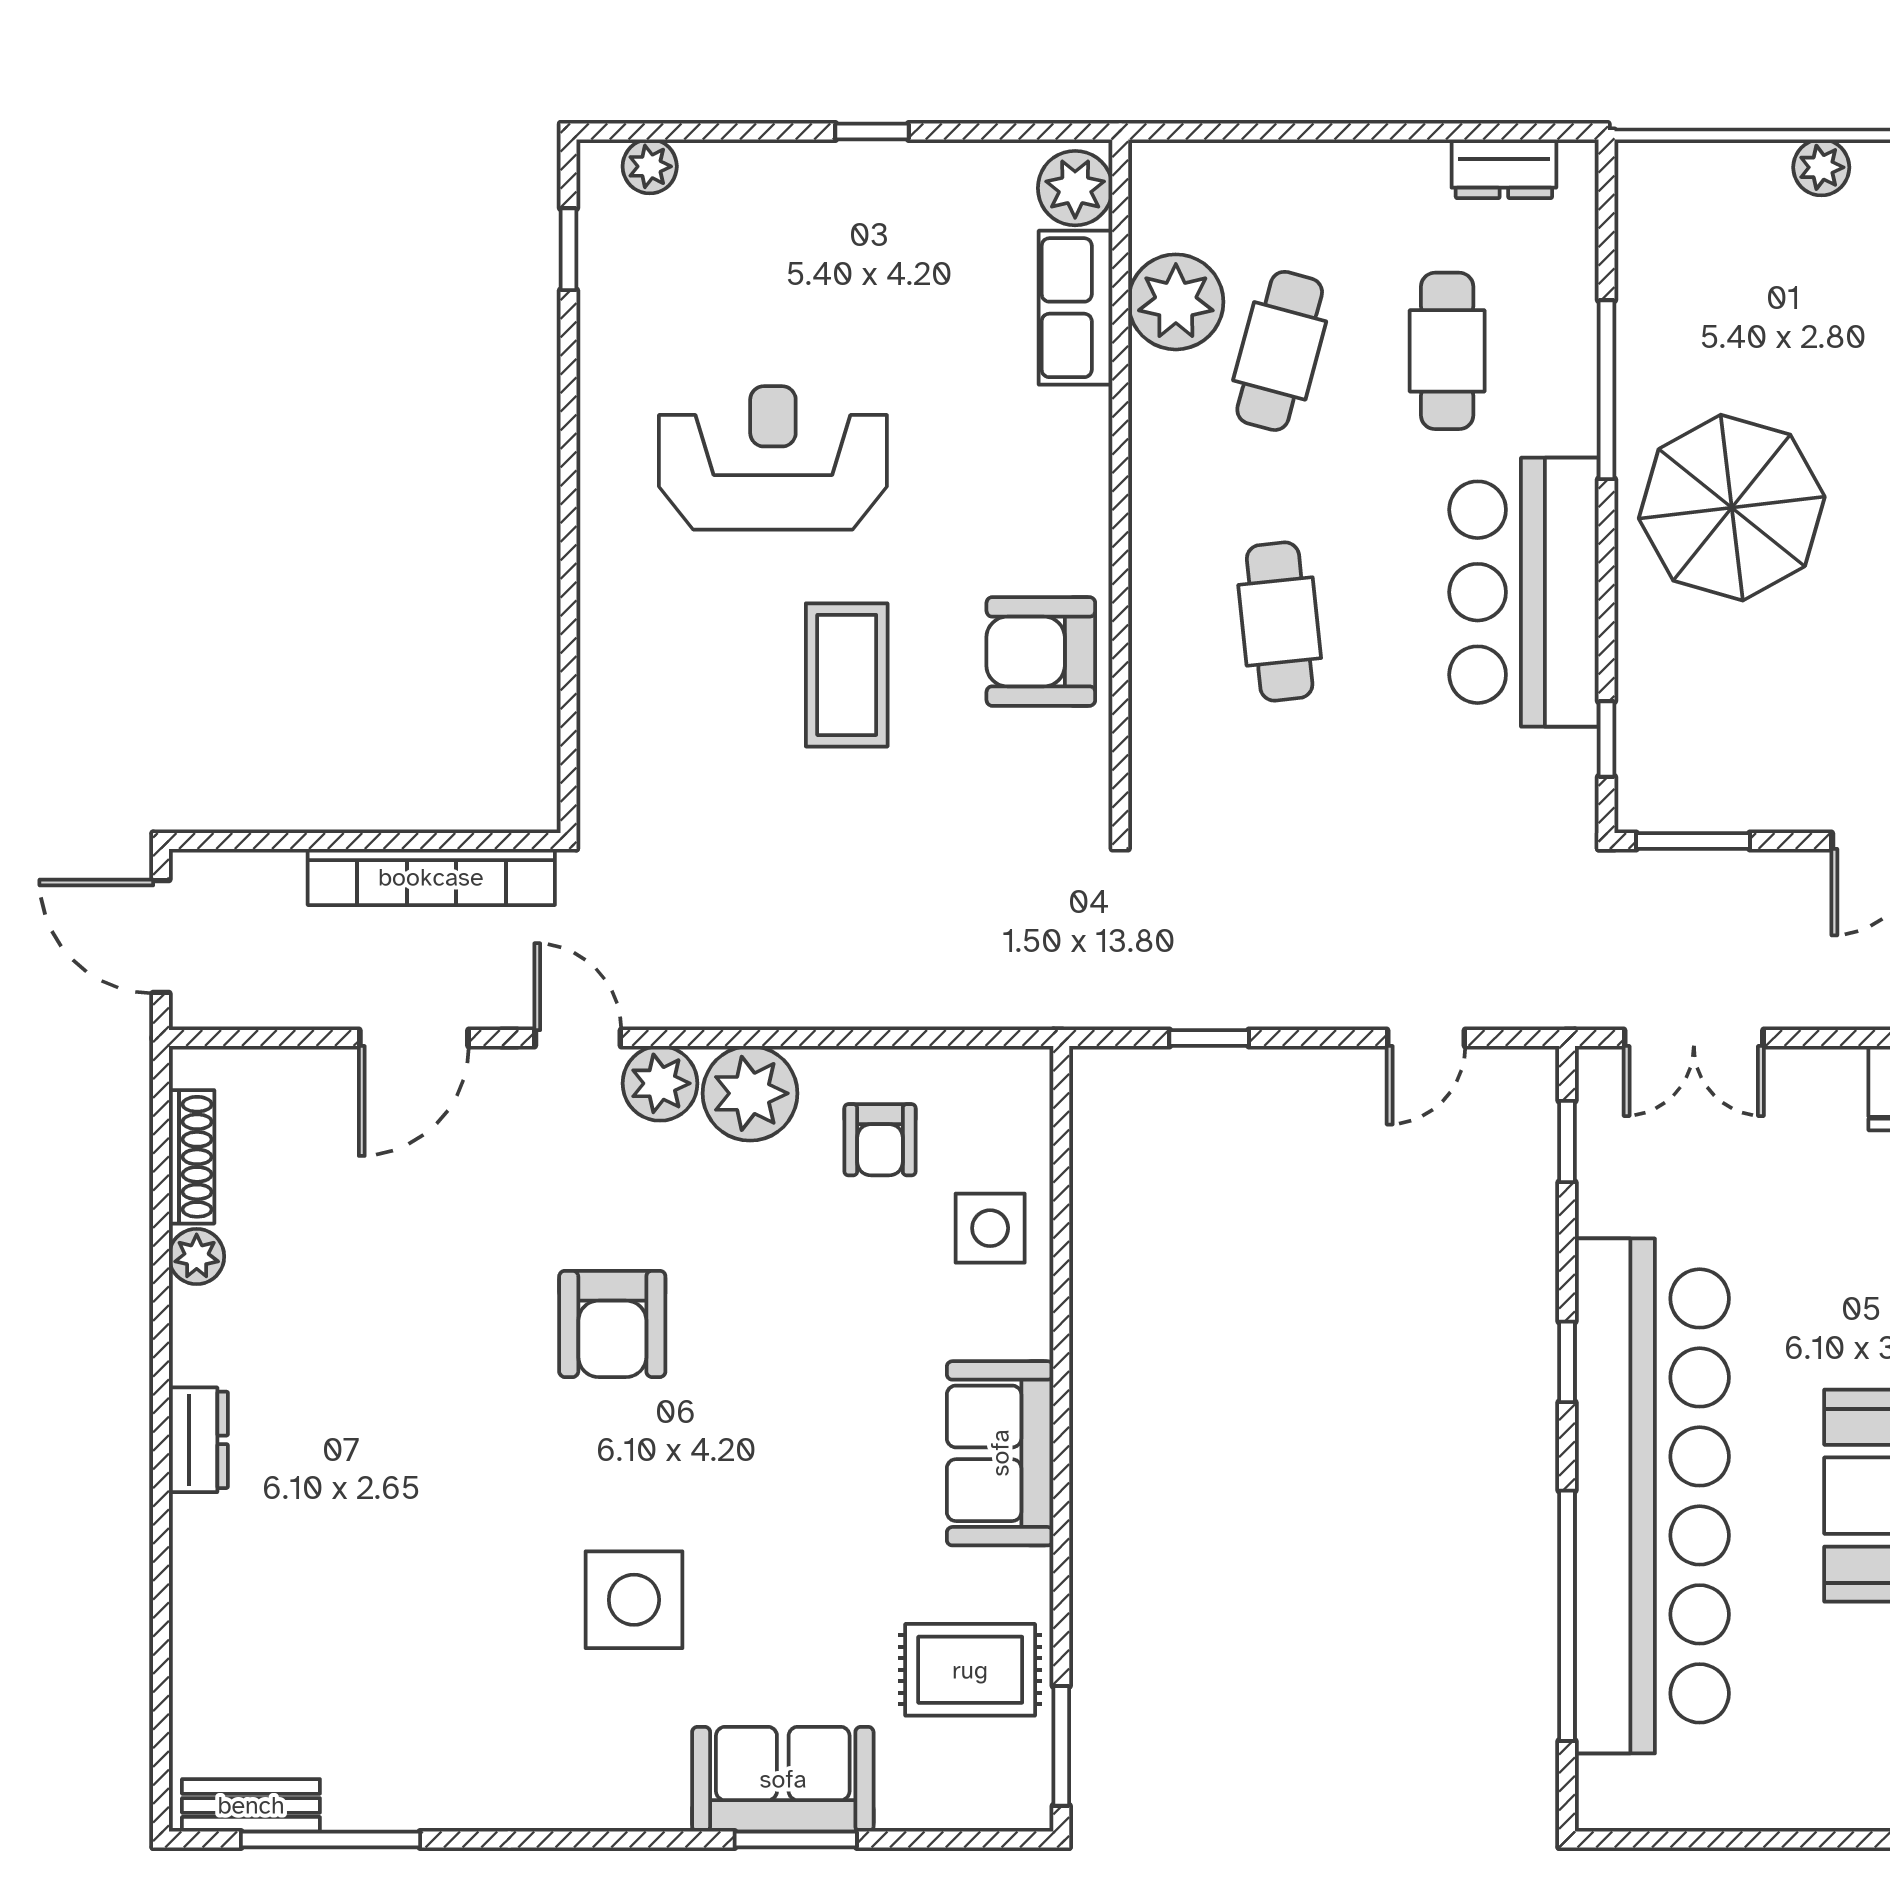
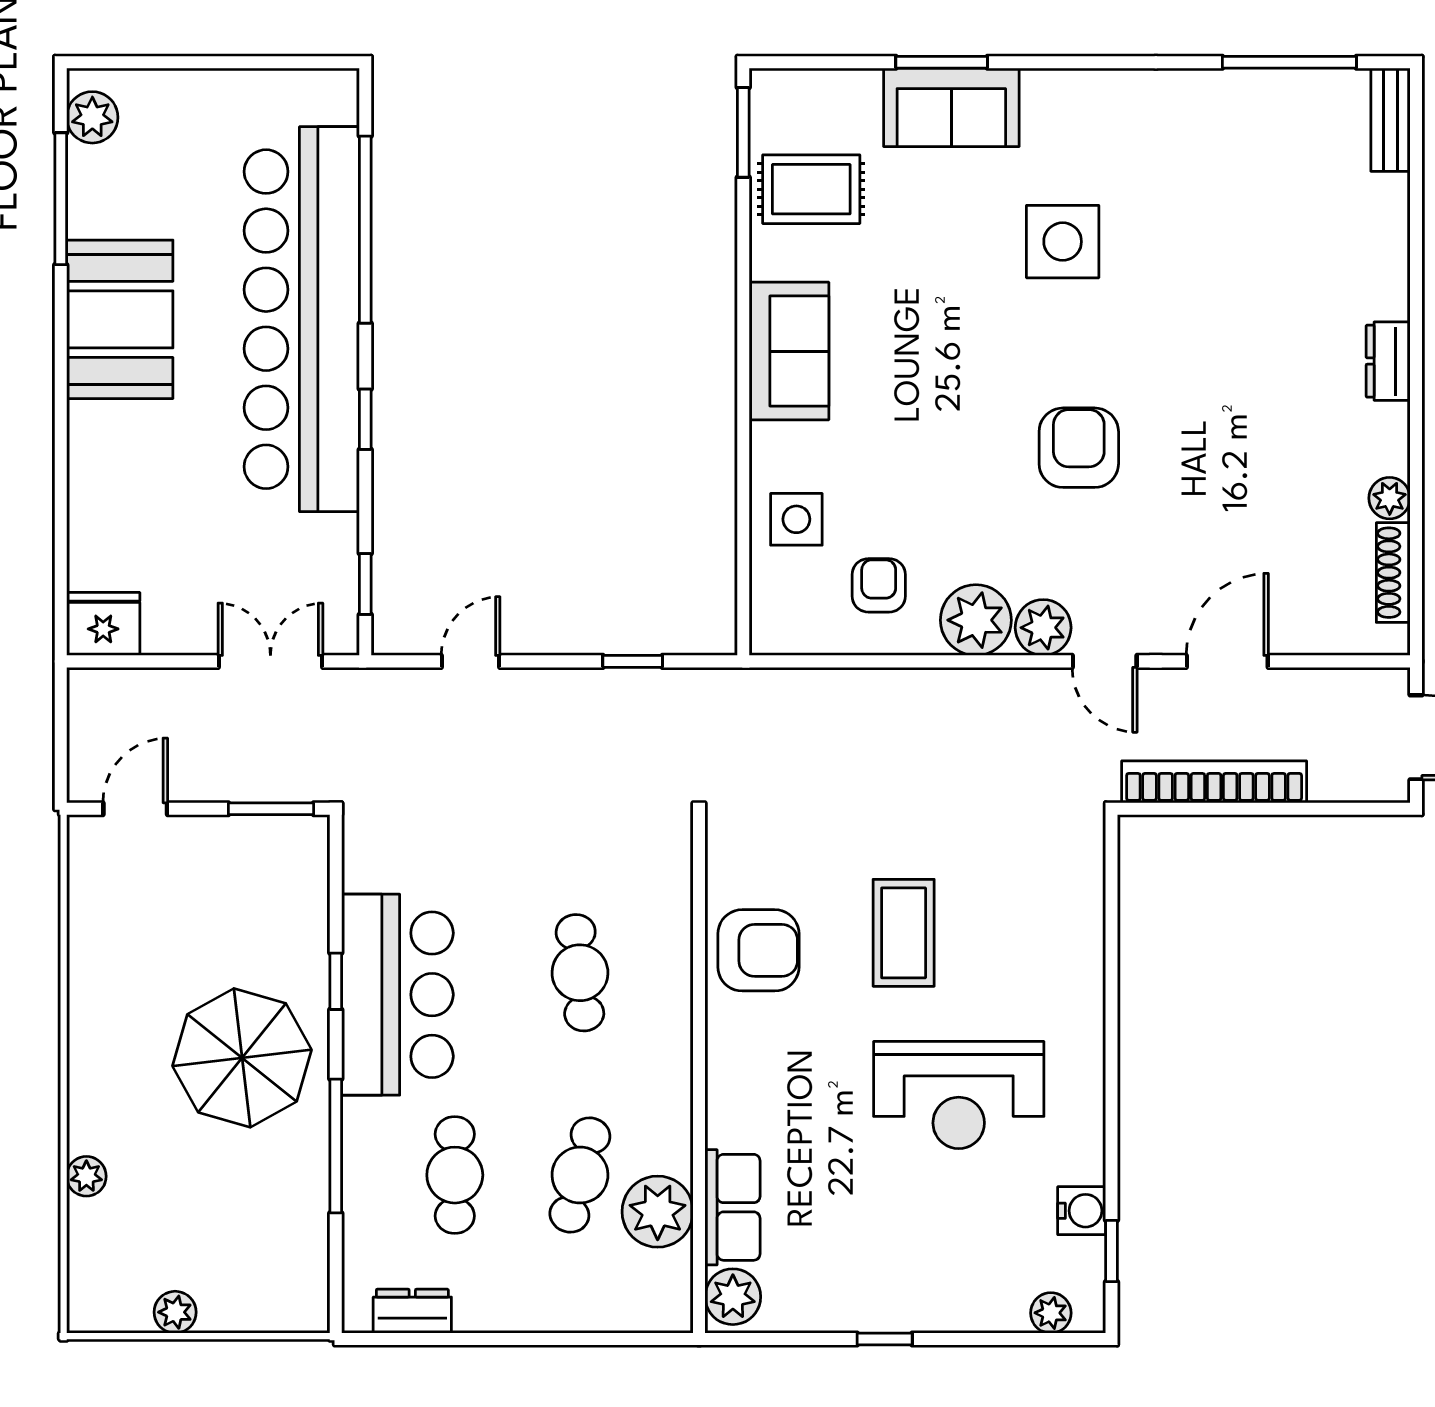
water cooler: (608, 303) -> (1082, 1211), added
window: (1606, 739) -> (336, 981), moved
bench: (251, 1805) -> (1390, 120), moved, turned 90

